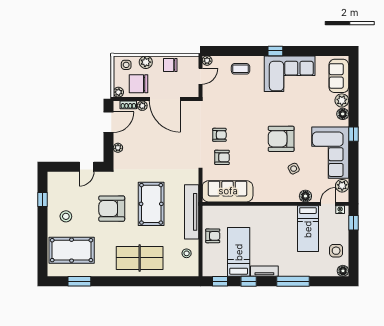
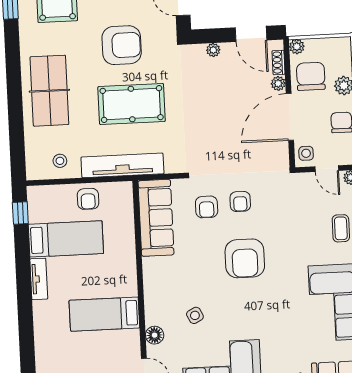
side table: (126, 65) -> (306, 153), moved
armchair: (281, 139) -> (245, 258), moved, turned 180
armchair: (112, 209) -> (122, 45), turned 90
bed: (308, 229) -> (104, 314), moved
window: (249, 281) -> (22, 256), removed
window: (293, 281) -> (26, 323), removed

